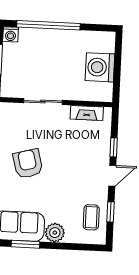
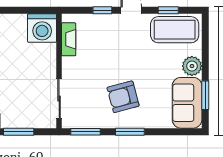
washing machine: (100, 67) -> (42, 28), moved
sliding door: (43, 101) -> (59, 98), moved
coffee table: (91, 217) -> (175, 30), width x1.86, depth x1.72

